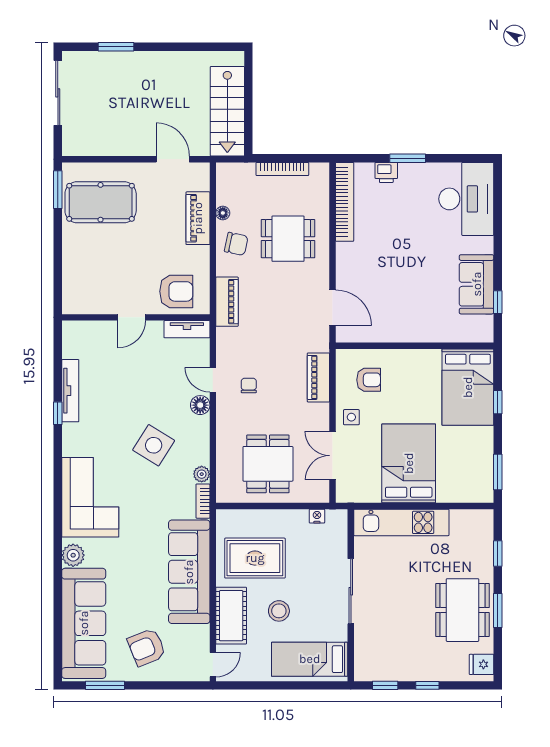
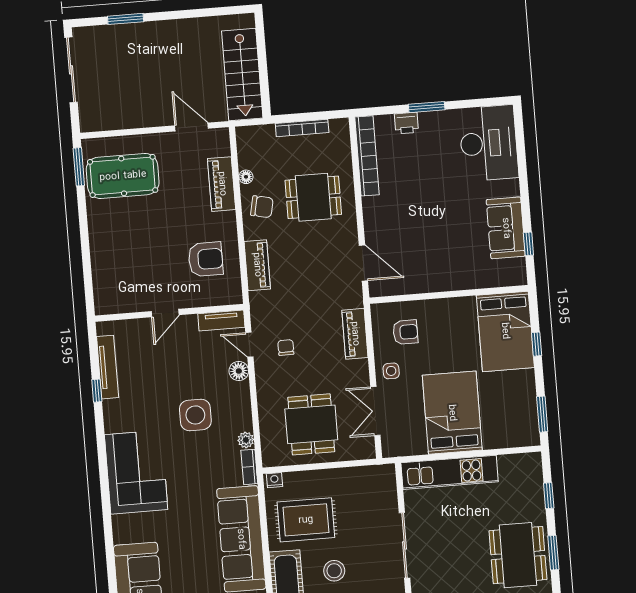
door: (132, 317) -> (165, 313), moved
wall: (136, 317) -> (169, 313), moved
tv unit: (187, 329) -> (221, 320), moved
side table: (154, 445) -> (195, 415), turned -32
nightstand: (317, 516) -> (274, 480), moved
plant: (73, 555) -> (124, 532), removed

